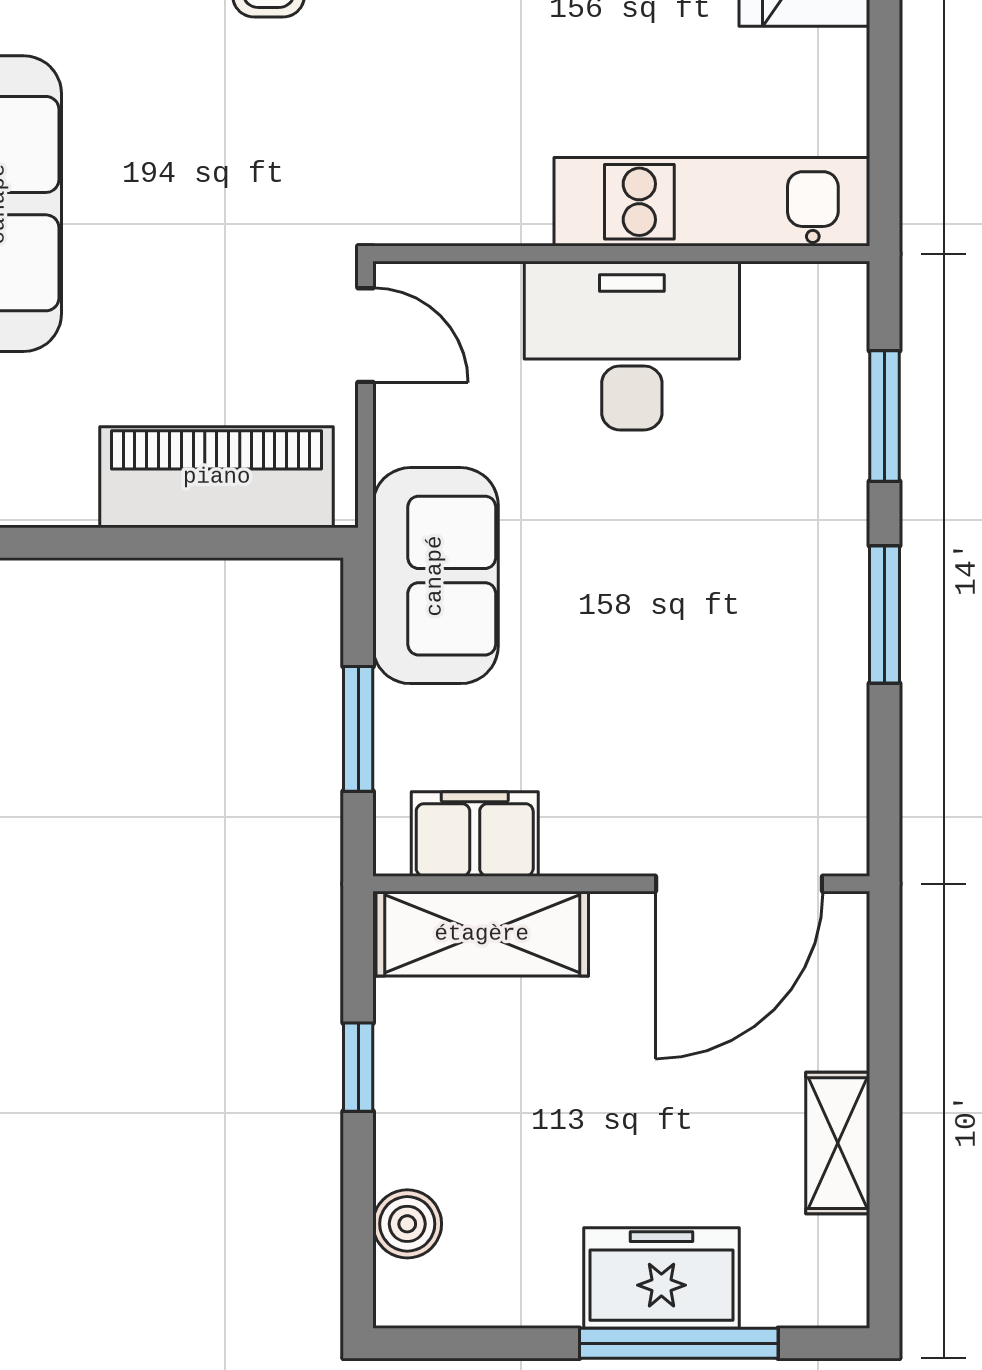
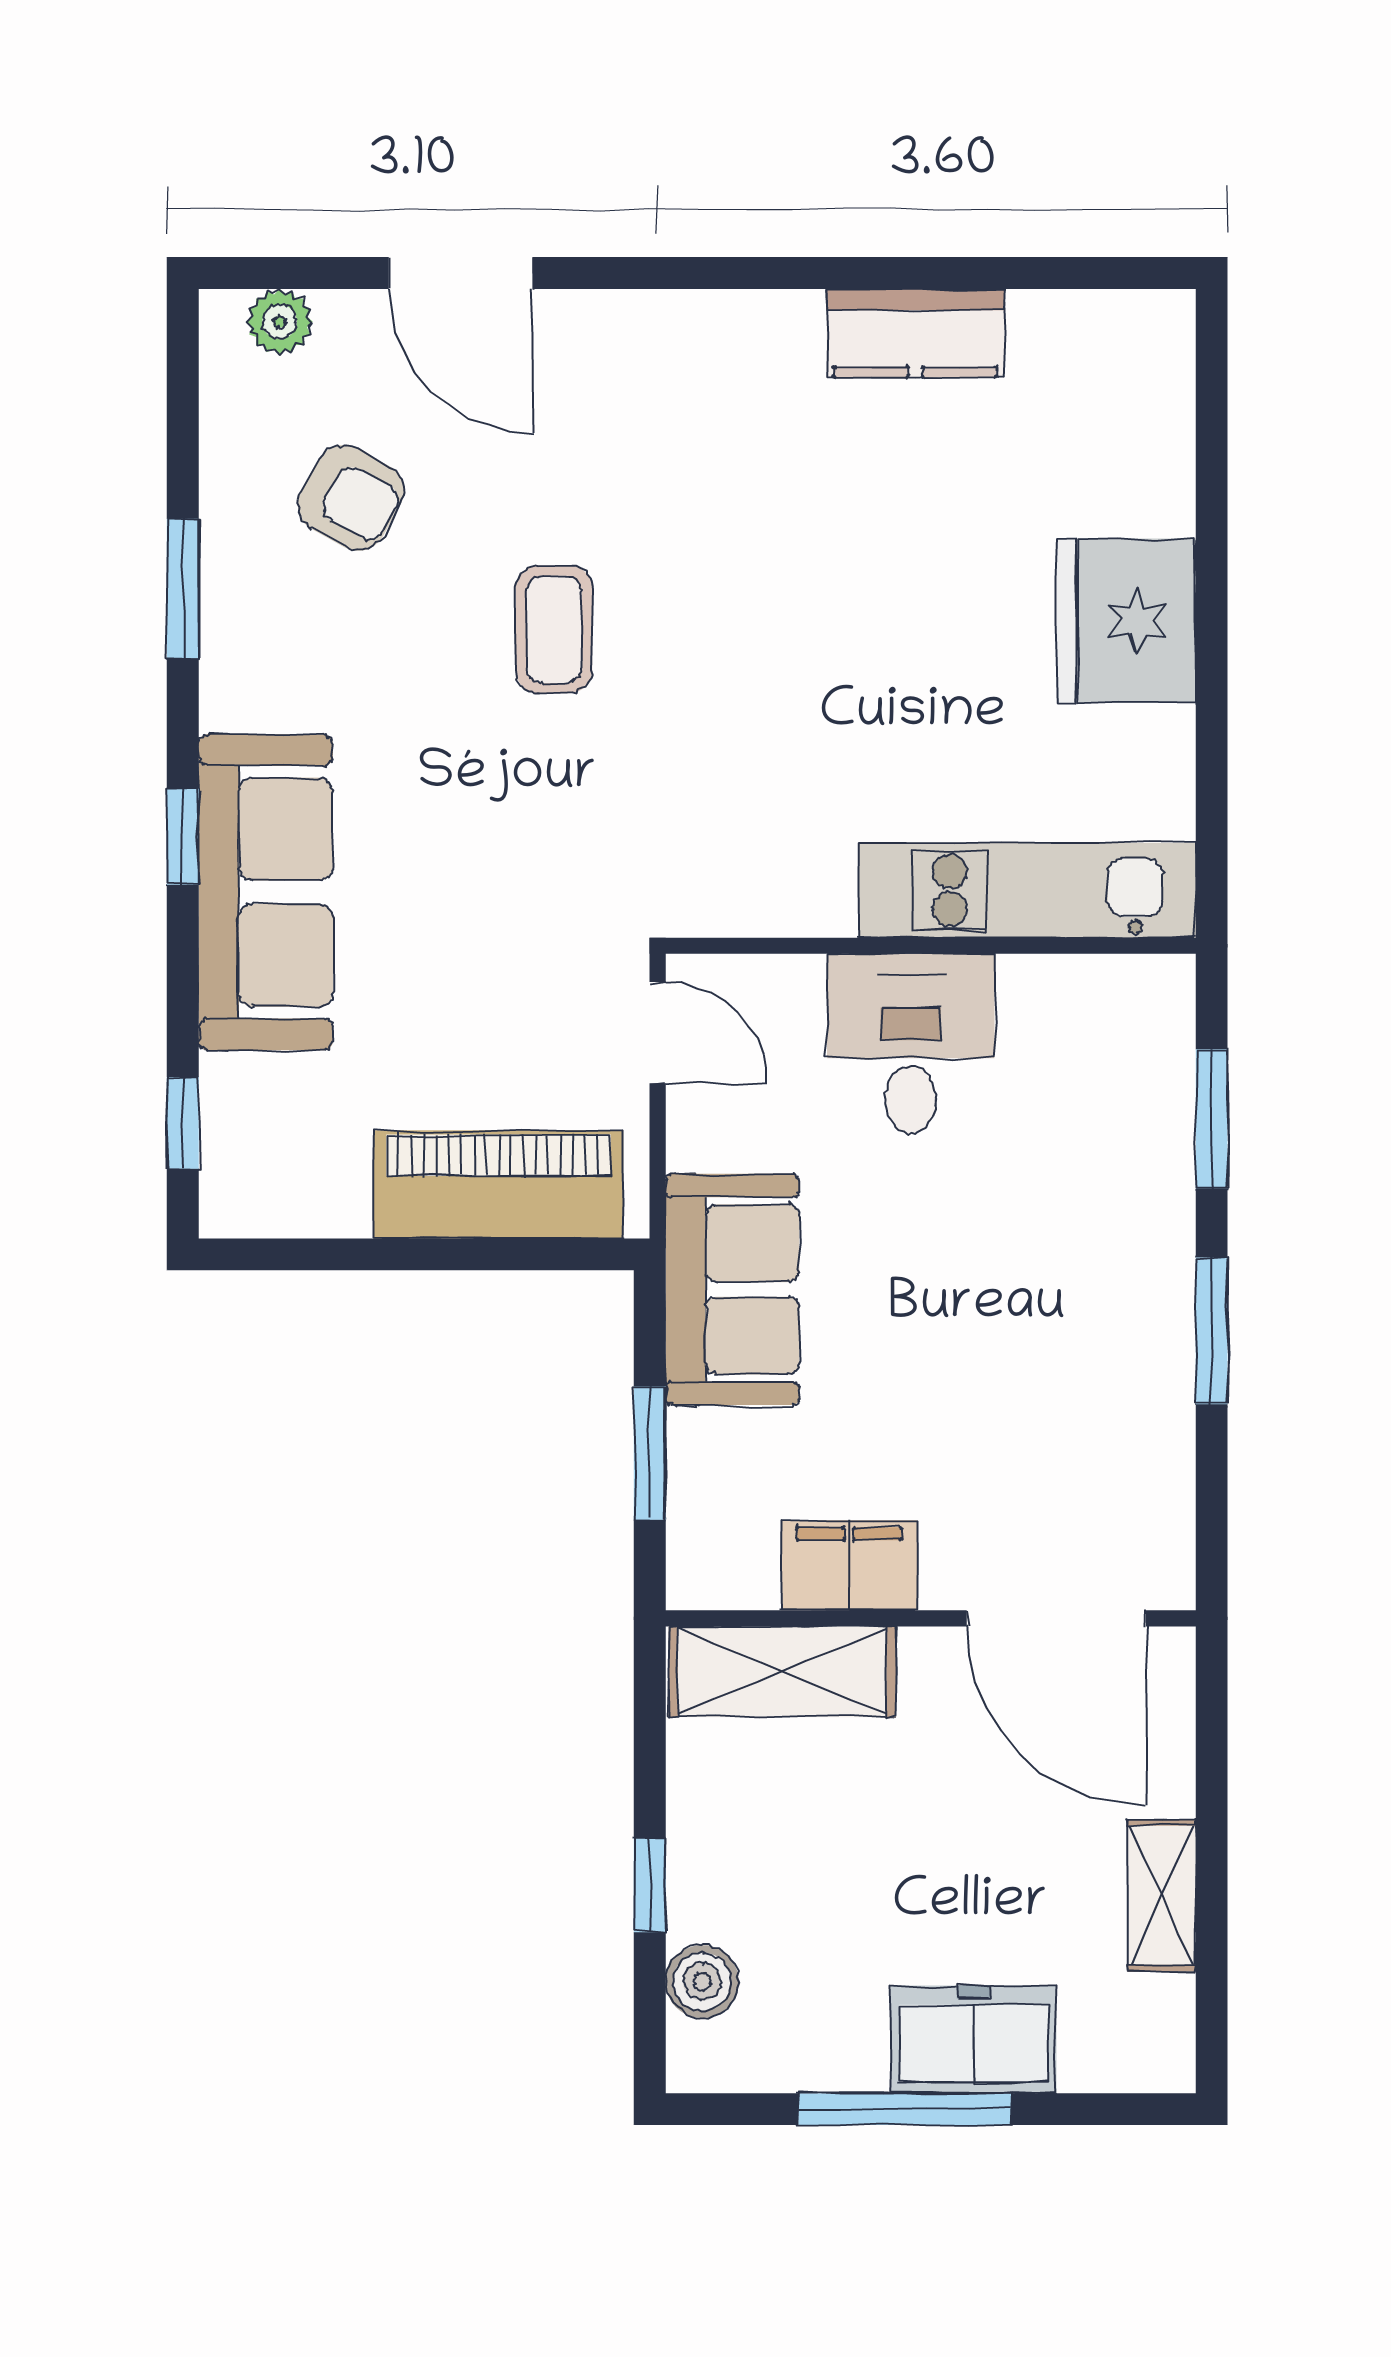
desk: (632, 346) -> (911, 1044), width x0.73
filing cabinet: (475, 834) -> (849, 1565), moved
door: (739, 884) -> (1056, 1618), hinge flipped
window: (358, 1067) -> (650, 1885), moved
window: (679, 1343) -> (905, 2109), moved

